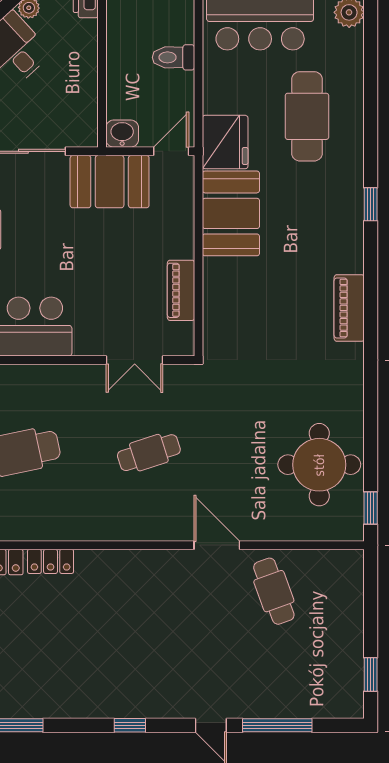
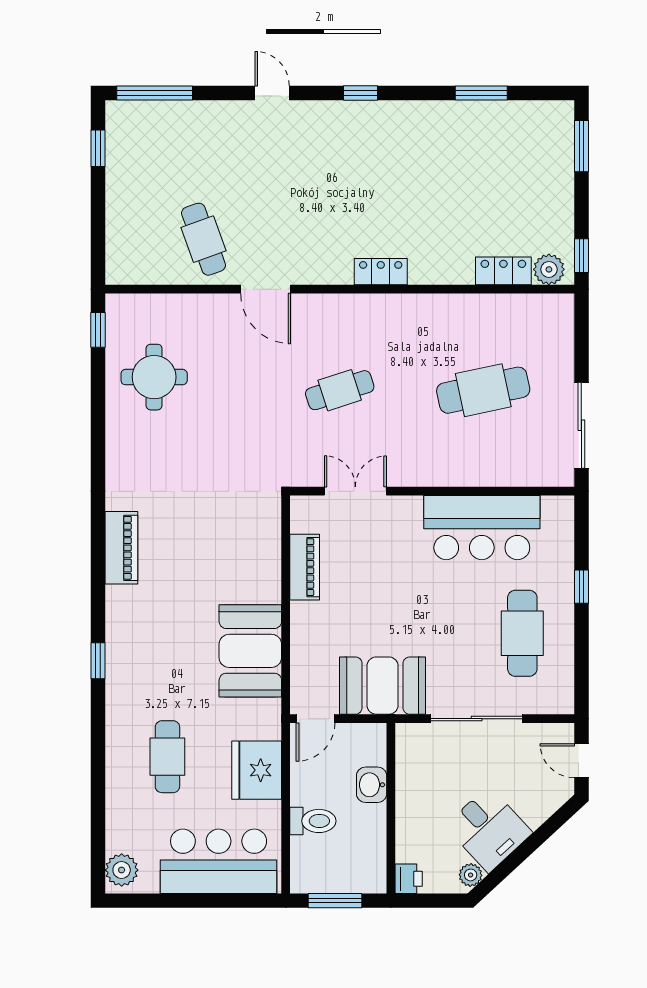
cafe table: (307, 116) -> (167, 757), width x0.73, depth x0.74
washbasin: (122, 134) -> (372, 785), moved, turned 90
fridge: (225, 142) -> (257, 770), moved
round table: (319, 465) -> (154, 377), width x0.73, depth x0.73
locker: (51, 561) -> (381, 272), moved
window: (277, 725) -> (155, 93), moved

